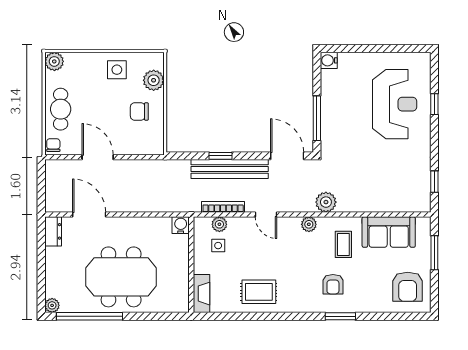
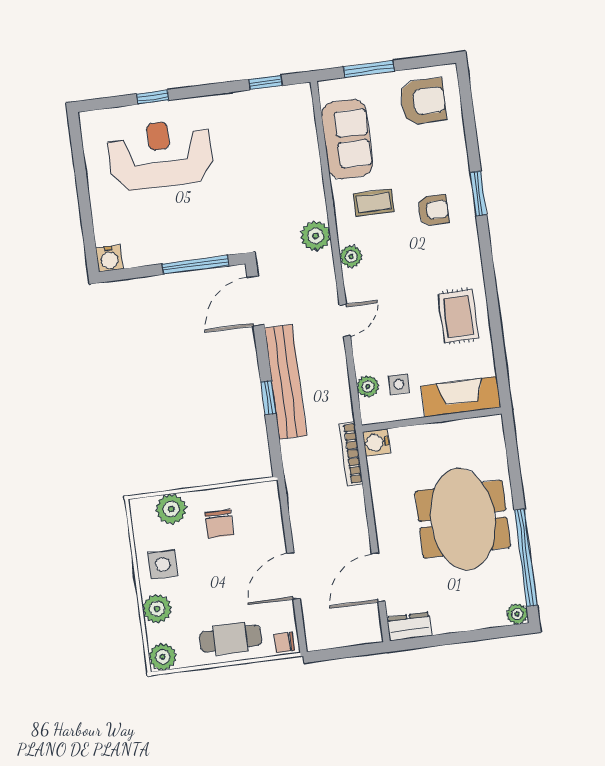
plant: (87, 62) -> (157, 609), added
bookcase: (223, 207) -> (351, 454), moved
fireplace: (202, 294) -> (461, 397), width x1.37, depth x1.32

